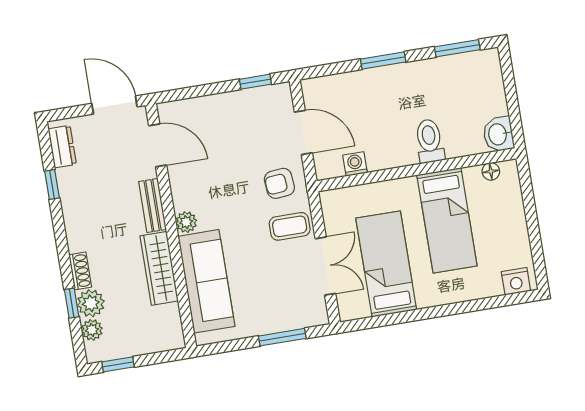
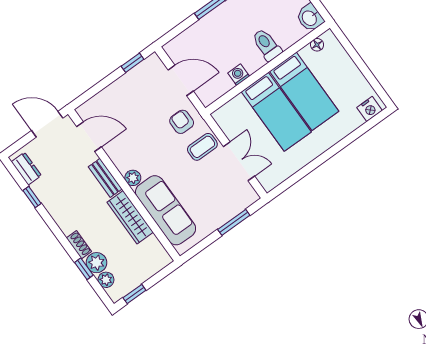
washing machine: (355, 164) -> (239, 75), moved
armchair: (279, 183) -> (182, 122), turned 95
bed: (386, 264) -> (276, 112), moved, turned 180

